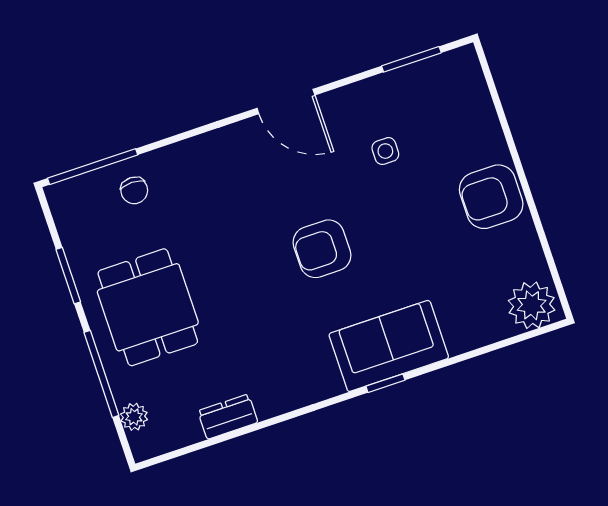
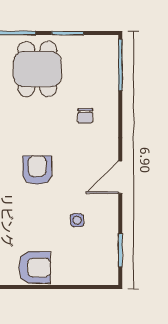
chair: (134, 190) -> (85, 116), moved, turned -90
armchair: (491, 197) -> (35, 267), turned 90
dining table: (148, 307) -> (37, 69), turned 90

